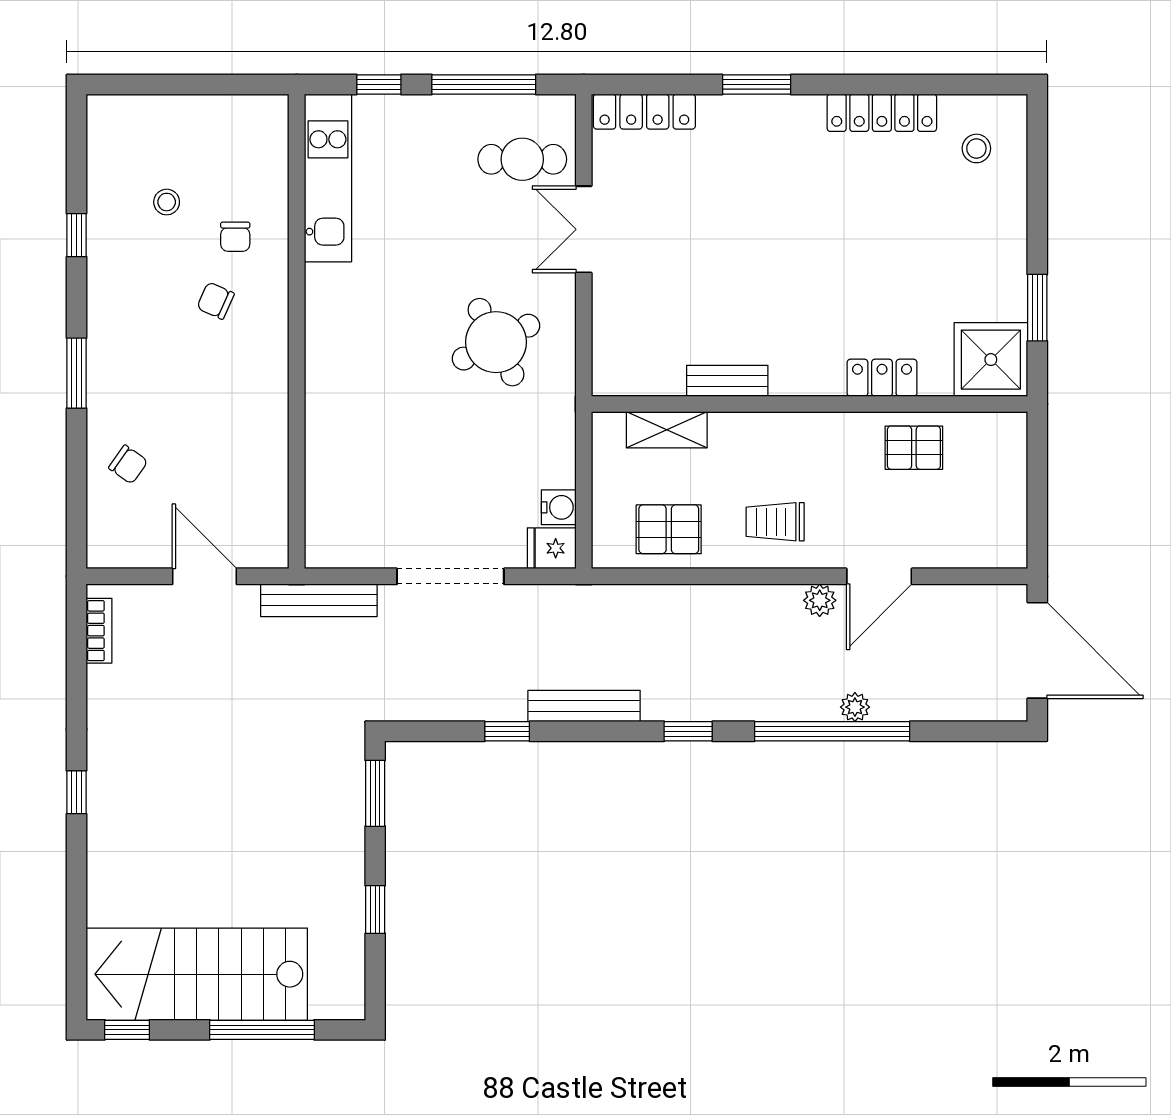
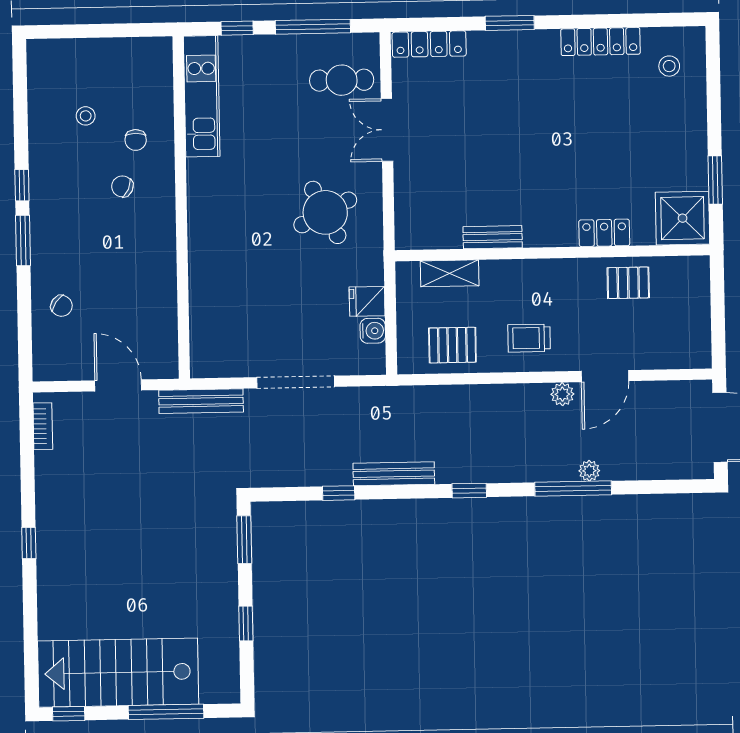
window: (77, 235) -> (22, 185), moved
fridge: (552, 548) -> (367, 301), moved
window: (832, 731) -> (573, 489), width x0.68

